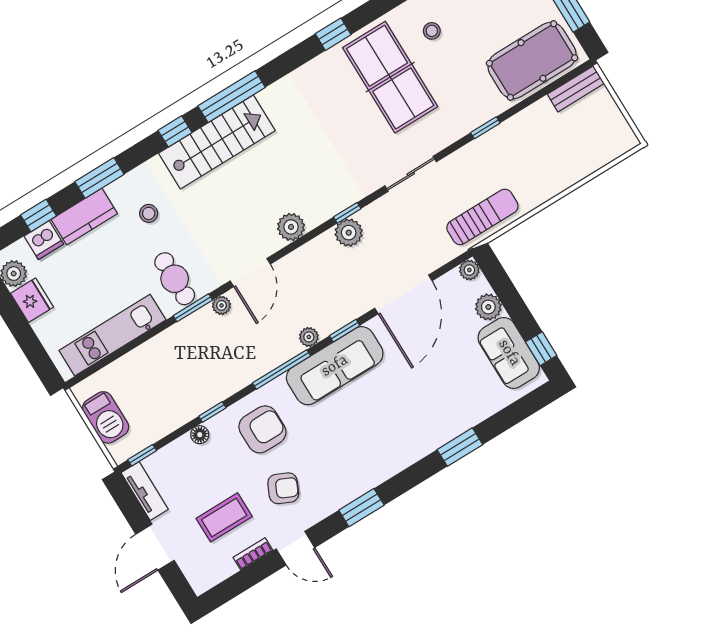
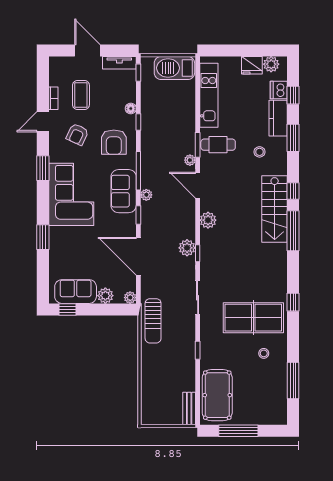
sofa: (335, 366) -> (124, 191), width x0.73
barbecue: (106, 417) -> (174, 68), width x1.37, depth x1.21
corner sofa: (374, 444) -> (71, 194), added

